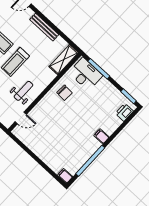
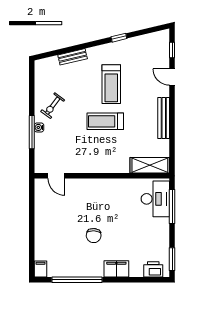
weight bench: (24, 91) -> (85, 155), removed
chair: (64, 93) -> (94, 236), moved
filing cabinet: (102, 136) -> (116, 269), width x2.00

